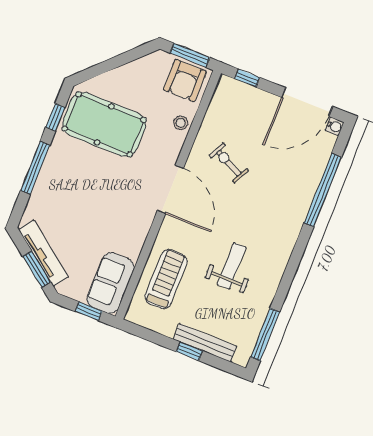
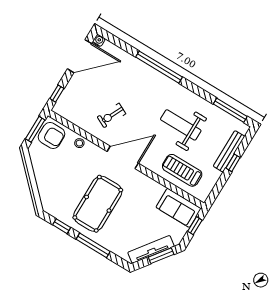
door: (307, 102) -> (79, 56), hinge flipped
pool table: (104, 124) -> (98, 204), moved
window: (323, 190) -> (159, 67), moved
weight bench: (232, 266) -> (181, 125), width x1.36, depth x1.33

